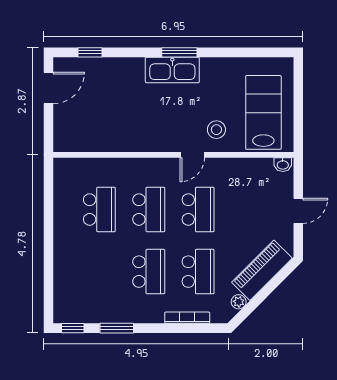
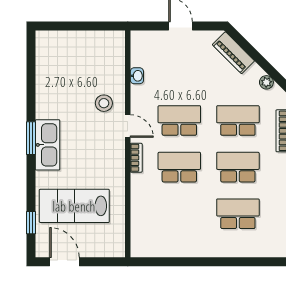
lab bench: (263, 112) -> (74, 206), moved
bookcase: (159, 164) -> (136, 158), added
washbasin: (283, 165) -> (137, 76), moved
school desk: (99, 210) -> (238, 214), moved
piano: (262, 270) -> (233, 53), width x0.73, depth x0.75

